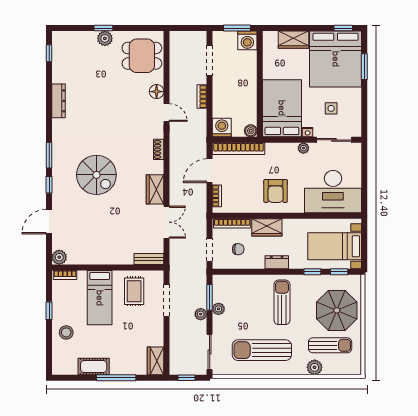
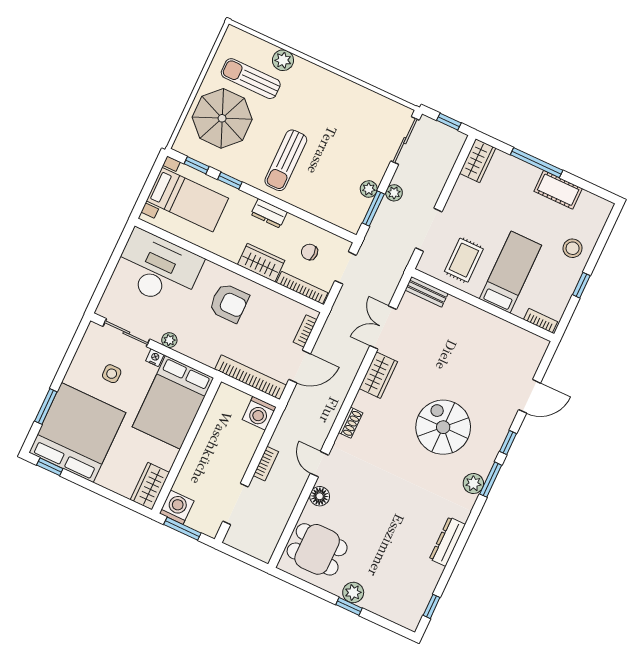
wardrobe: (293, 40) -> (150, 486), moved, turned -90
boiler: (251, 131) -> (225, 392), removed
armchair: (276, 191) -> (229, 303), turned 90
plant: (59, 257) -> (473, 484), moved
sun lounger: (262, 350) -> (339, 112), removed

